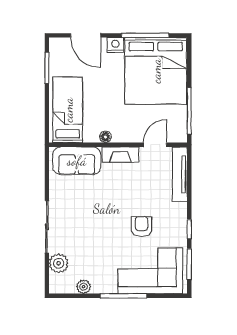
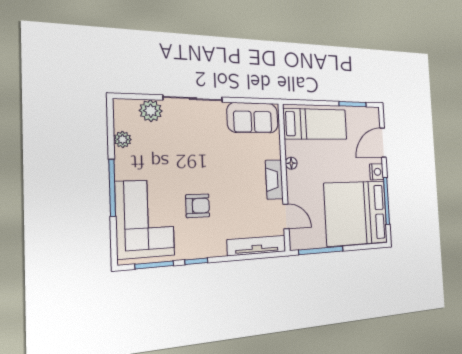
sofa: (77, 161) -> (253, 118), moved, turned -90

